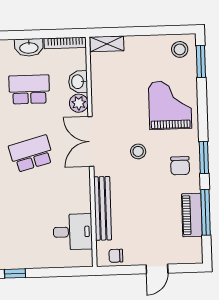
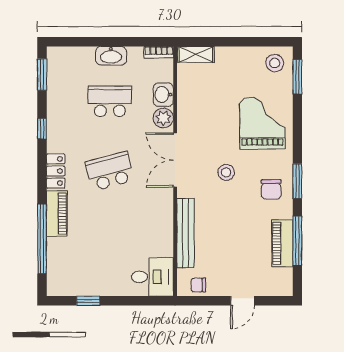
bookcase: (65, 43) -> (159, 52), width x0.64
desk: (73, 232) -> (152, 277), moved

